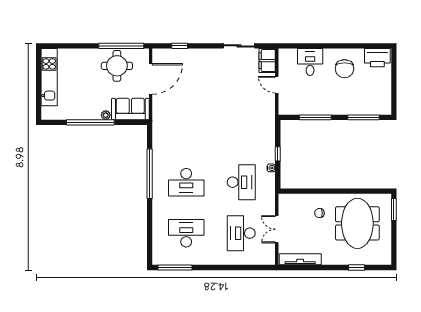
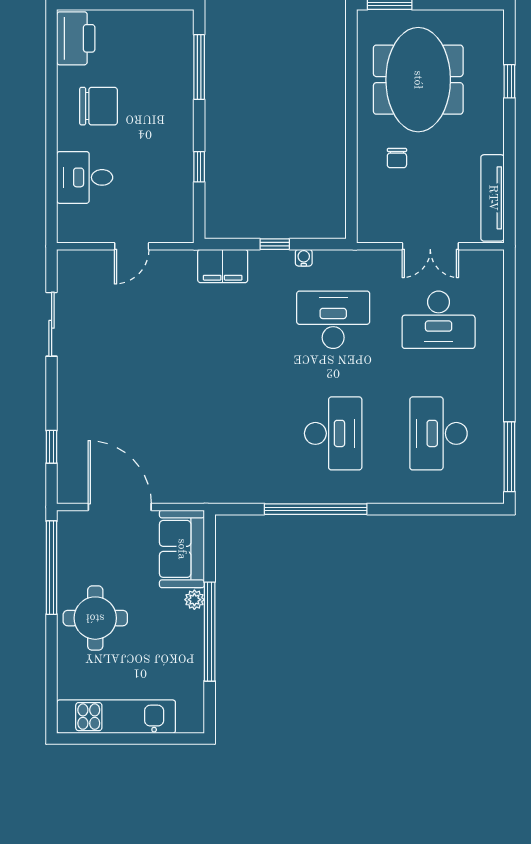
filing cabinet: (267, 61) -> (223, 266), moved
round table: (117, 66) -> (95, 618), moved
window: (315, 117) -> (199, 167), width x0.46
meeting table: (357, 223) -> (418, 80), turned 90

